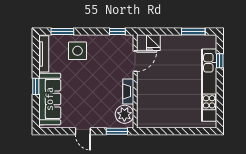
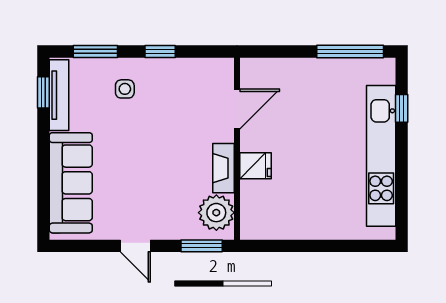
window: (117, 32) -> (160, 51), moved
window: (193, 32) -> (350, 51), width x1.44
fridge: (153, 43) -> (256, 166), moved, turned -90
side table: (78, 51) -> (125, 89), width x0.54, depth x0.54
window: (36, 86) -> (43, 92), moved

